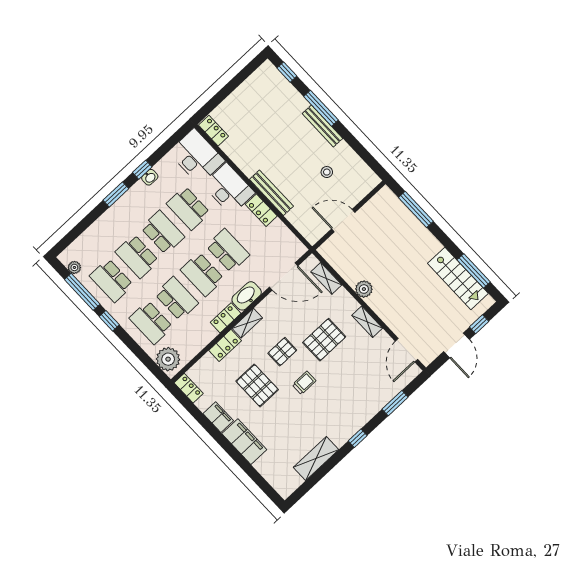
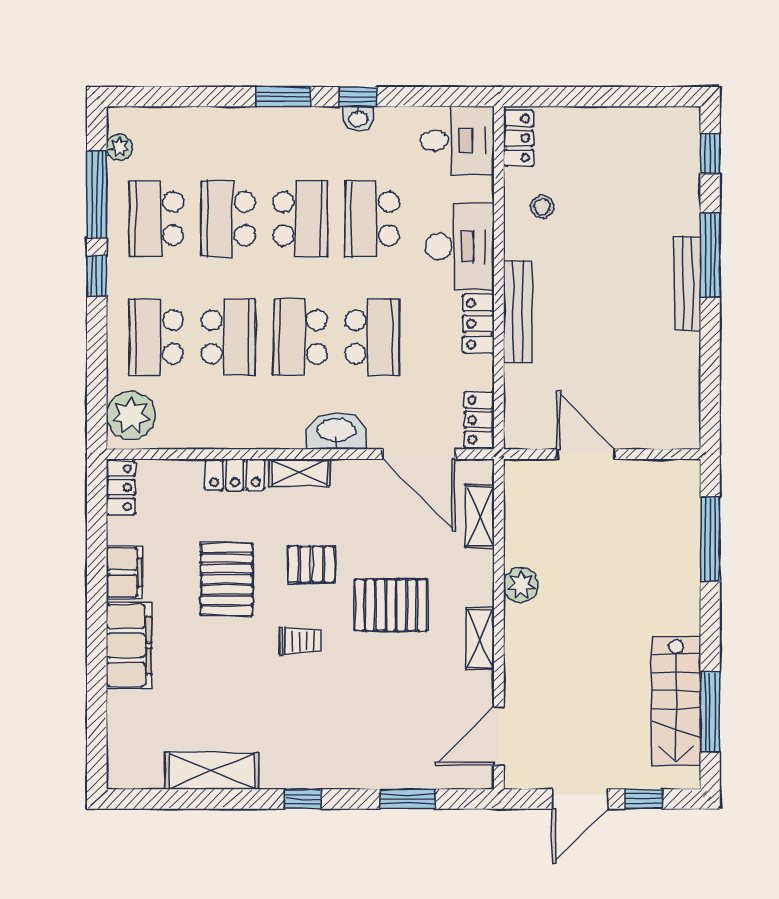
desk: (197, 157) -> (457, 140), width x0.73
stool: (327, 172) -> (542, 207), moved
locker: (226, 318) -> (479, 420), moved, turned -90

